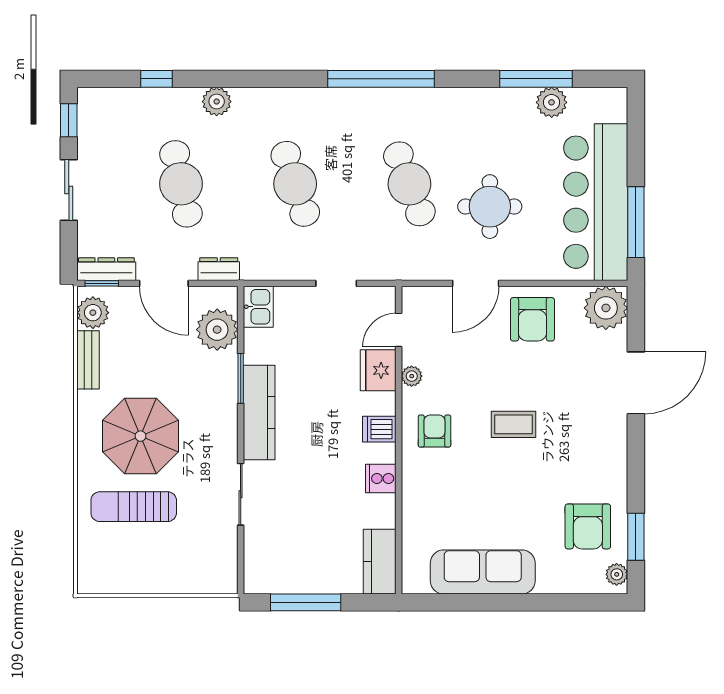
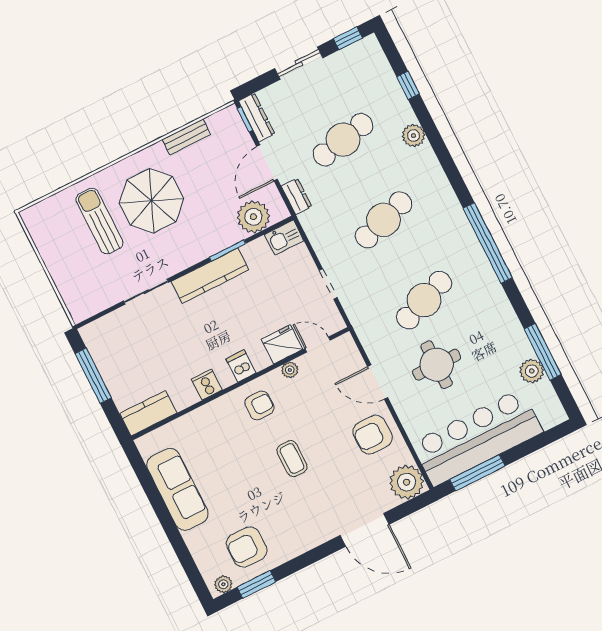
plant: (93, 313) -> (221, 123), removed

